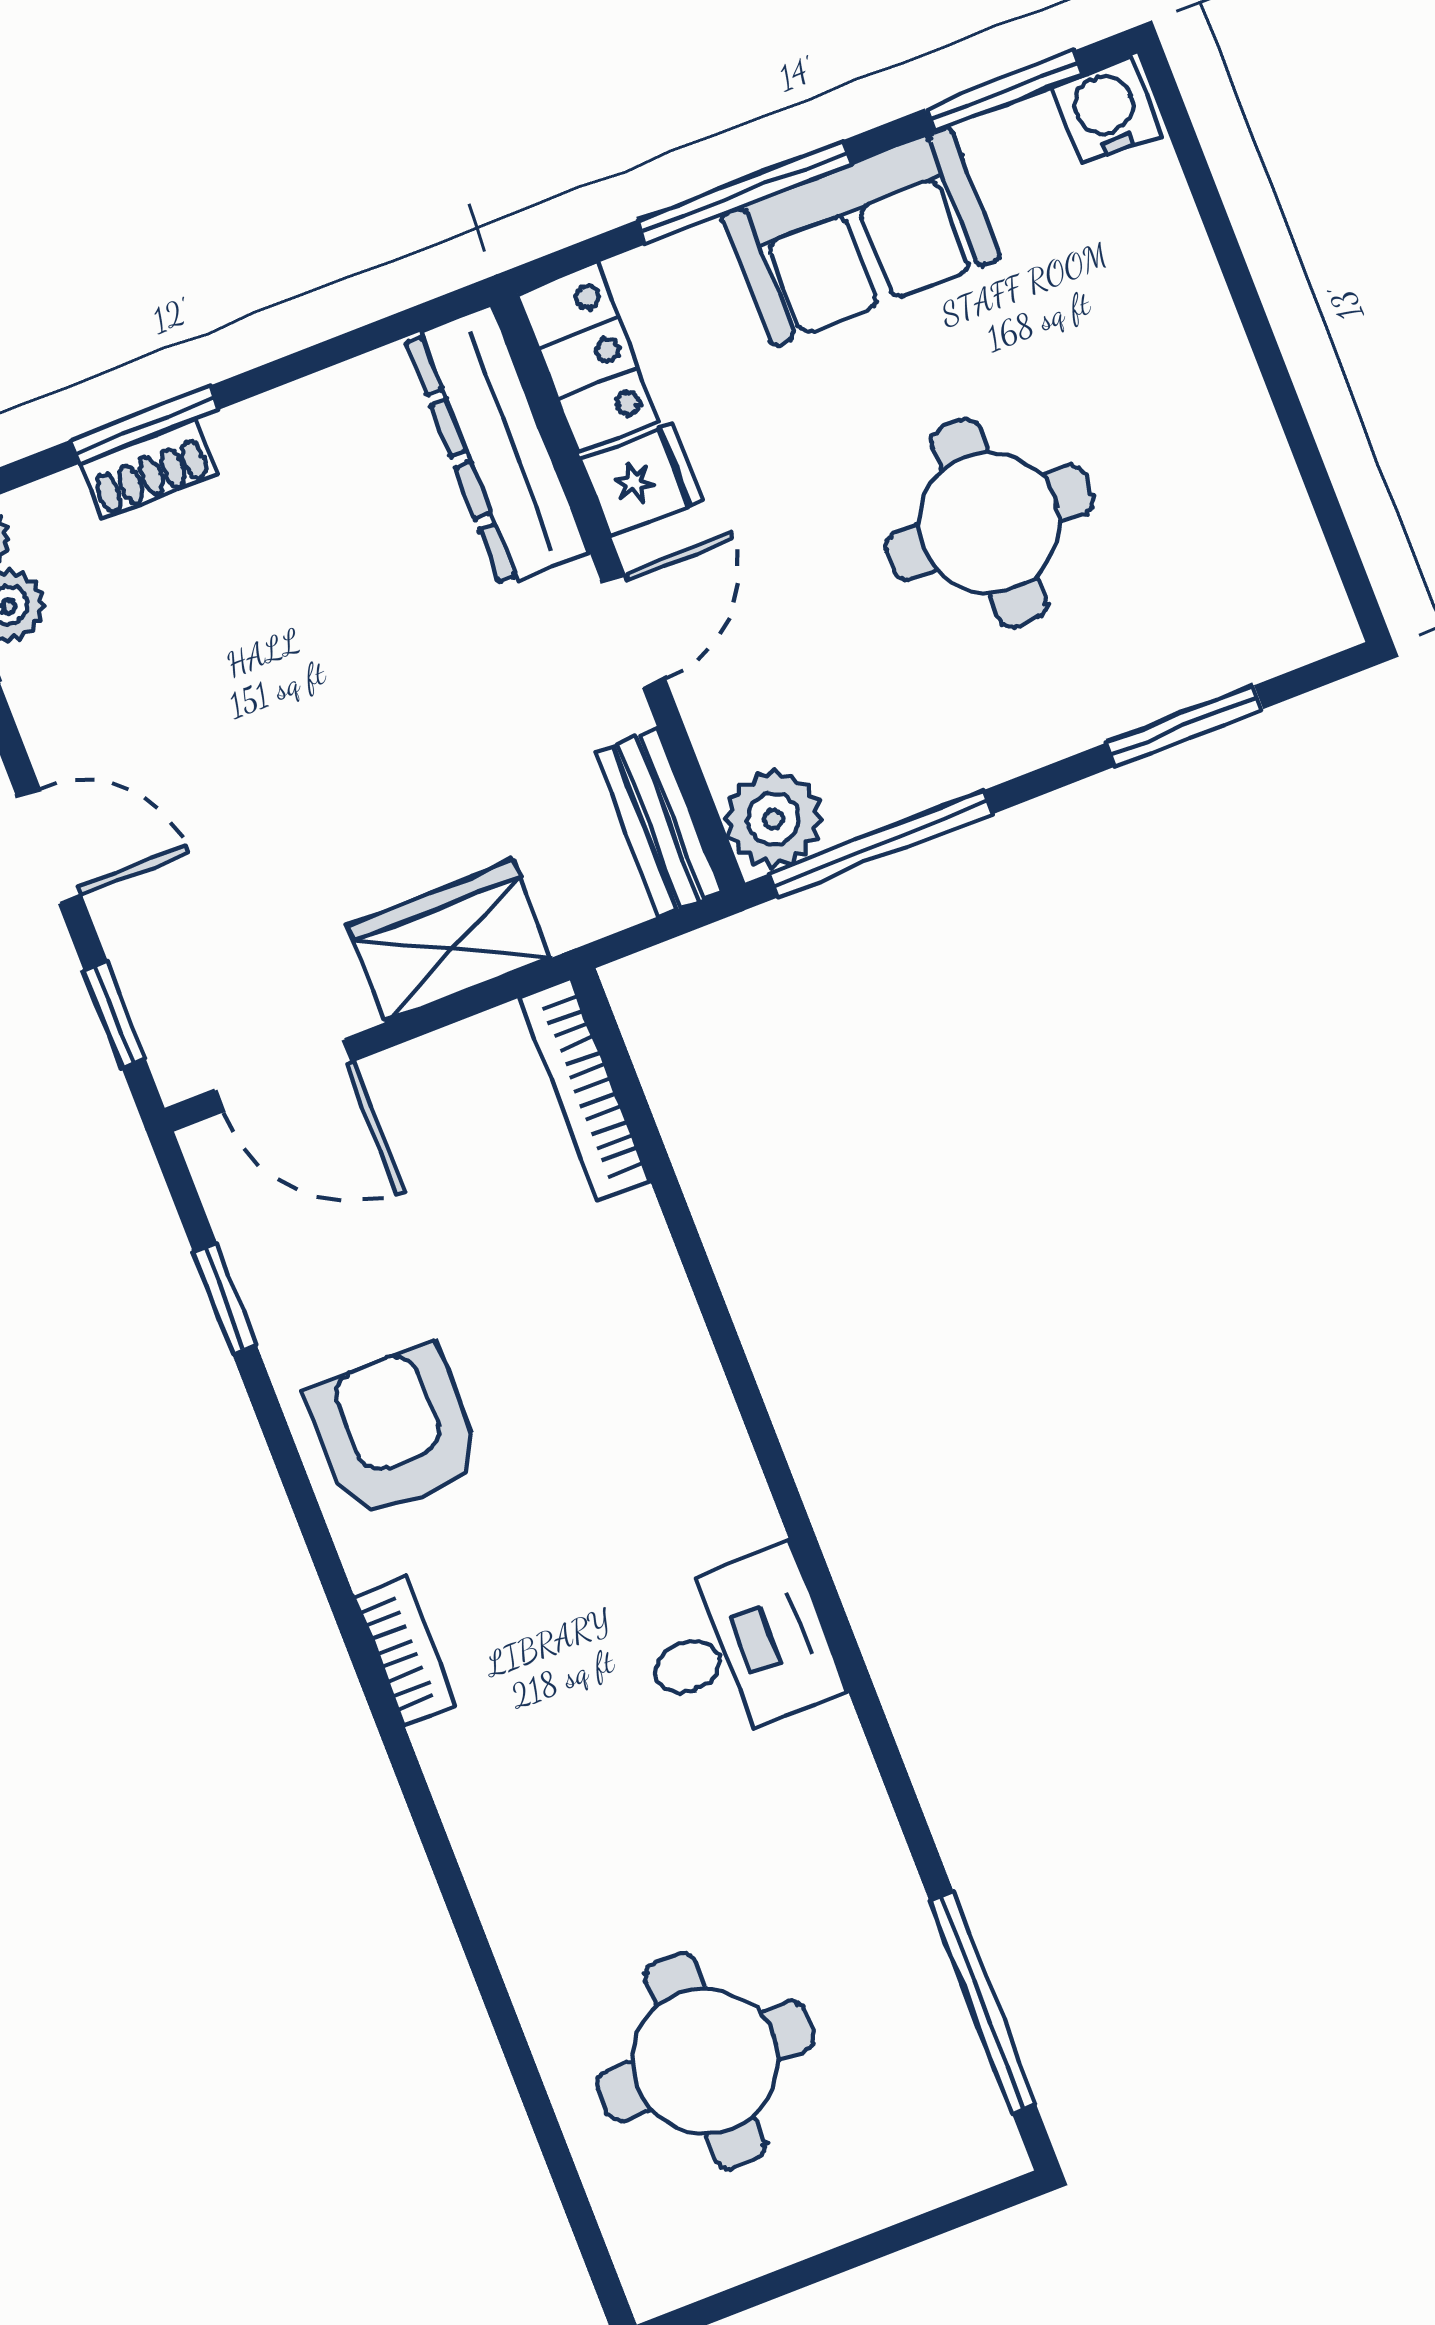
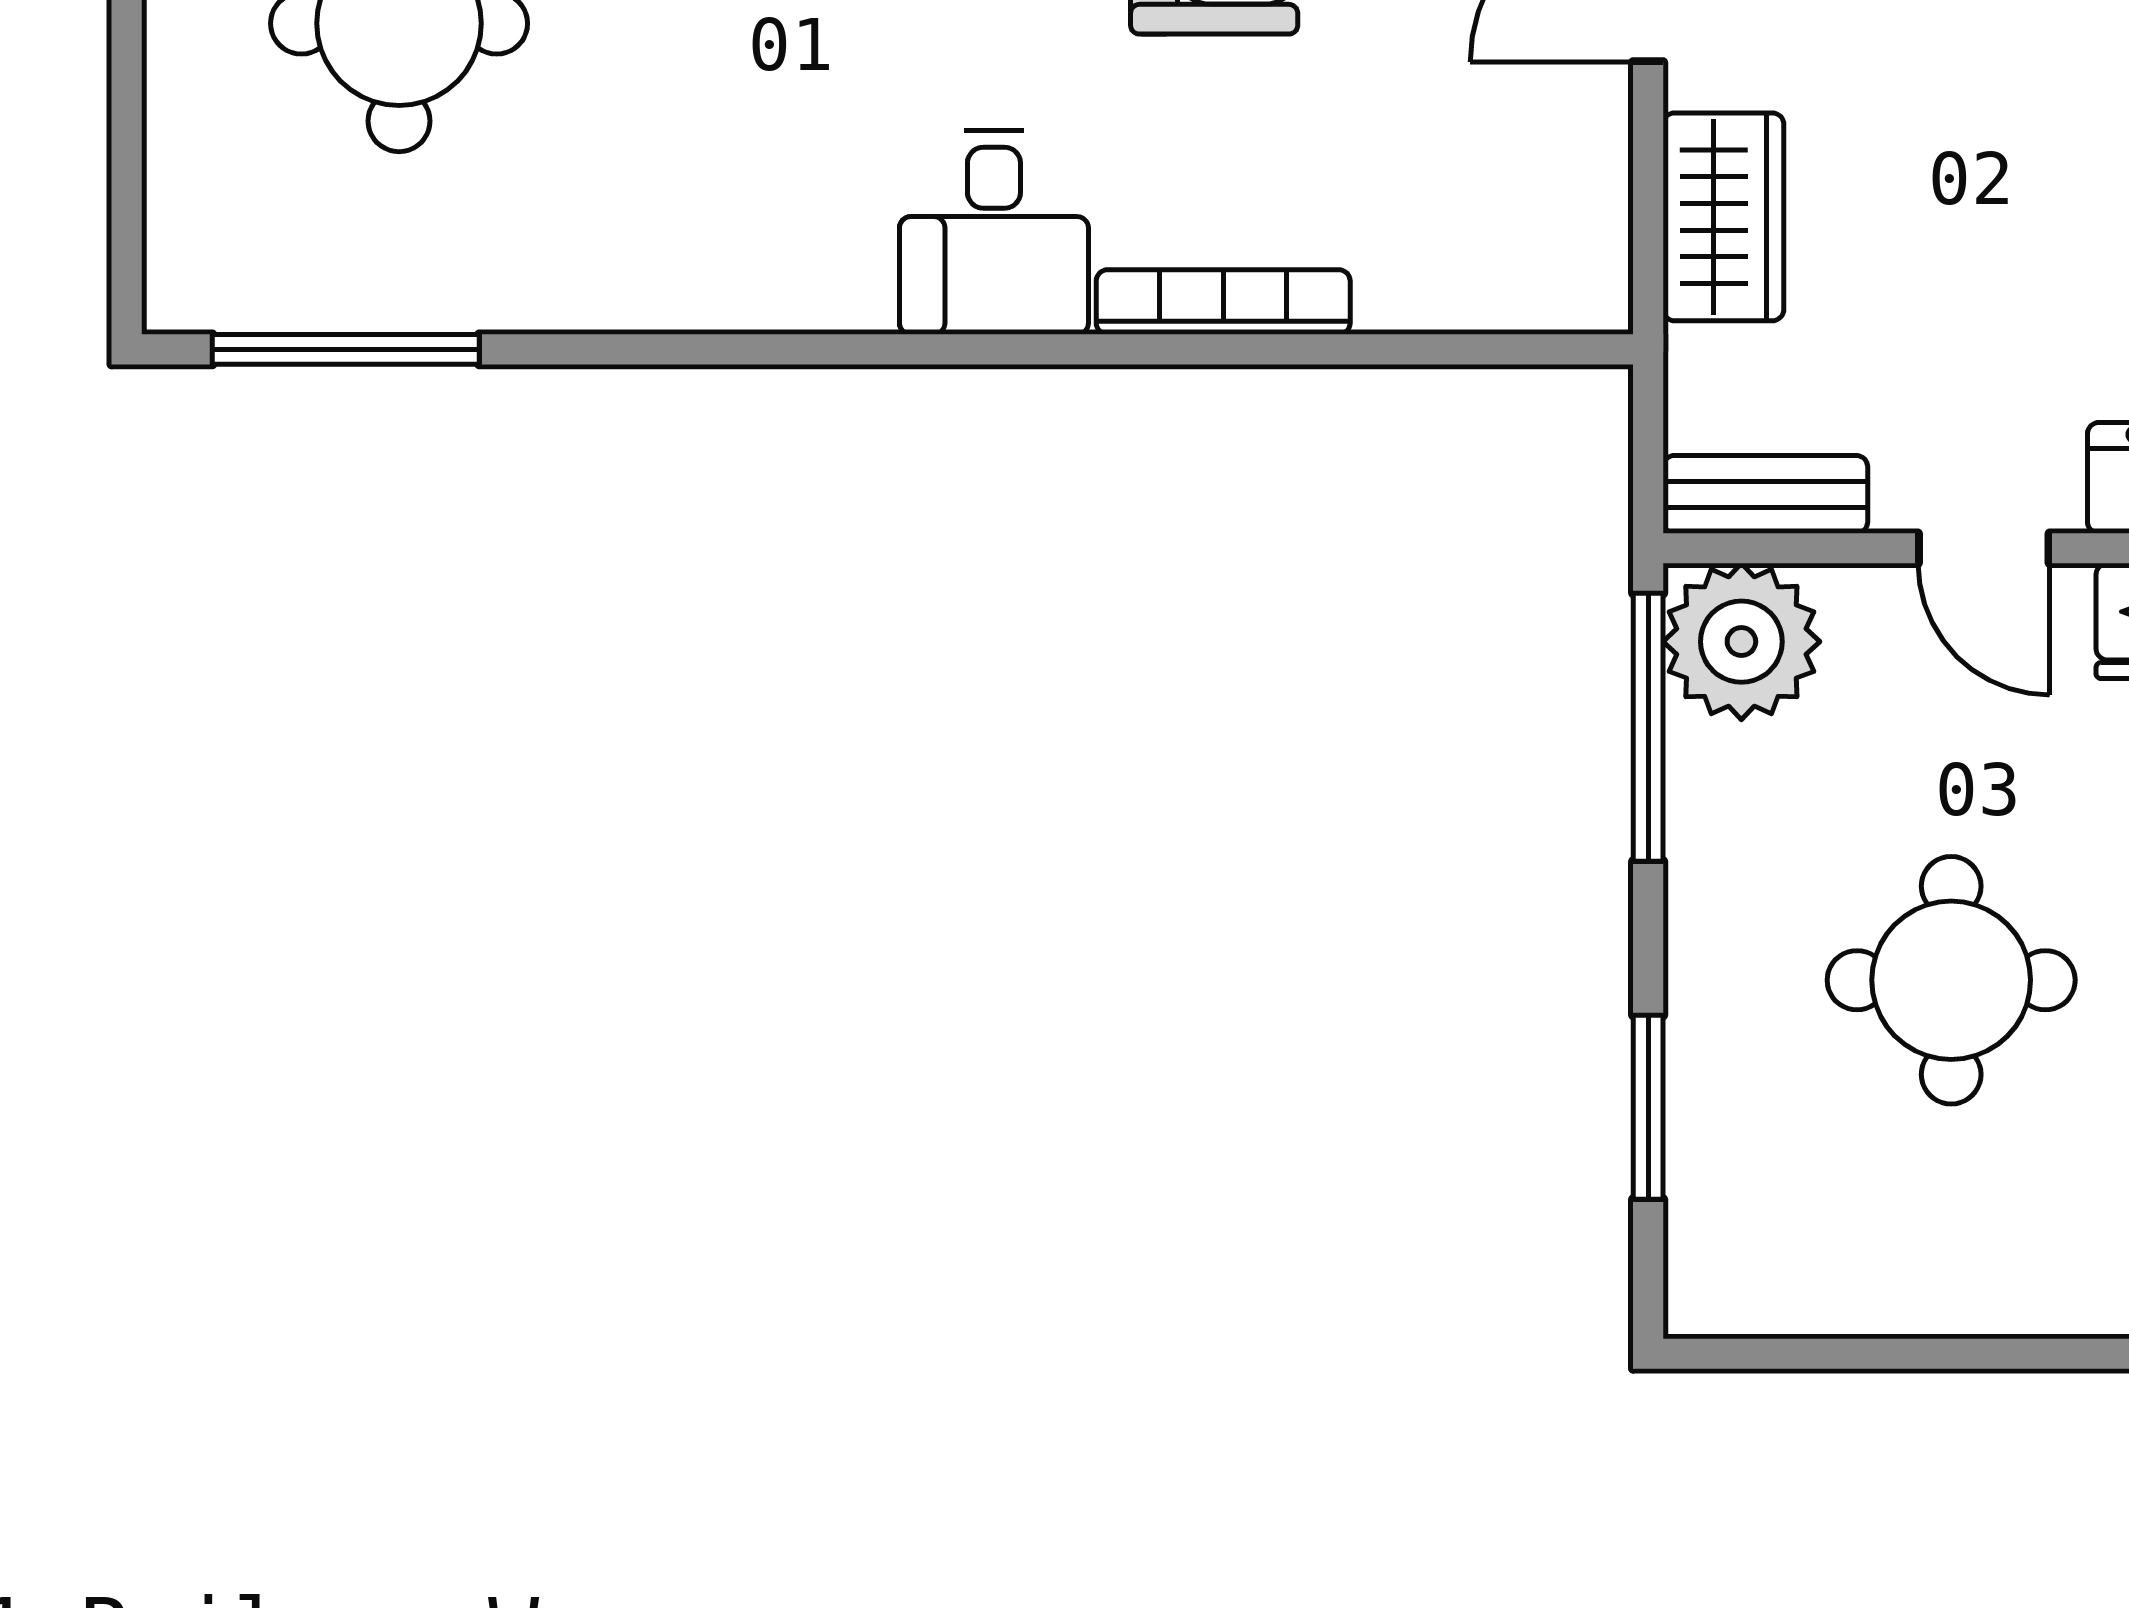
plant: (773, 819) -> (1741, 642), width x1.36, depth x1.36
bookcase: (585, 1089) -> (1223, 302), moved
desk: (738, 1647) -> (994, 233), moved

